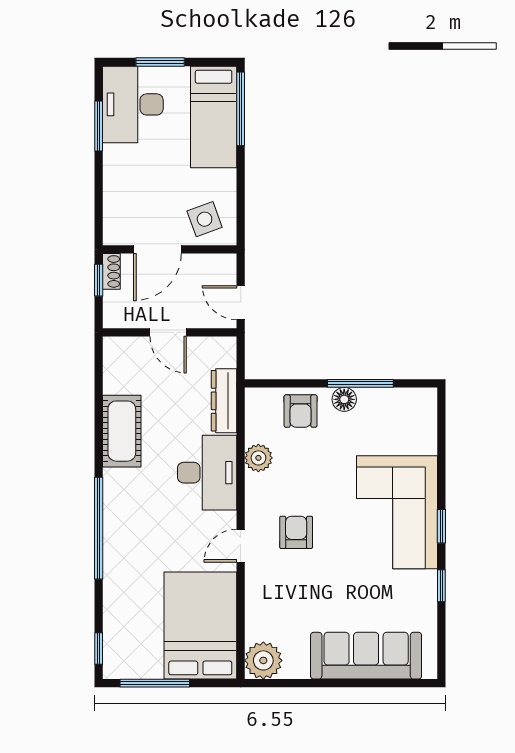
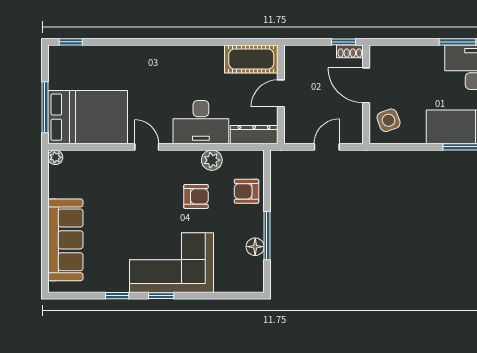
door: (168, 332) -> (281, 93), moved
wall: (170, 332) -> (281, 94), moved
floor lamp: (344, 399) -> (255, 247), moved
cot: (122, 431) -> (251, 59), moved
window: (99, 528) -> (160, 42), removed
armchair: (296, 532) -> (196, 196), moved
plant: (263, 660) -> (55, 157), width x0.53, depth x0.53
window: (155, 683) -> (45, 107), moved

